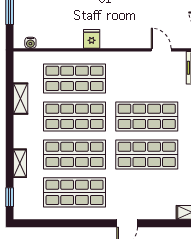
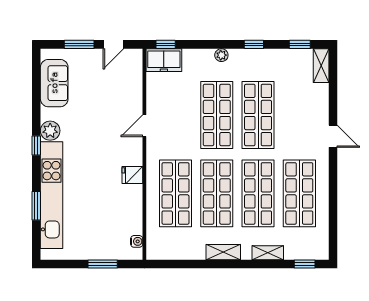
door: (161, 50) -> (144, 126), moved
shelving: (21, 99) -> (223, 252), moved

